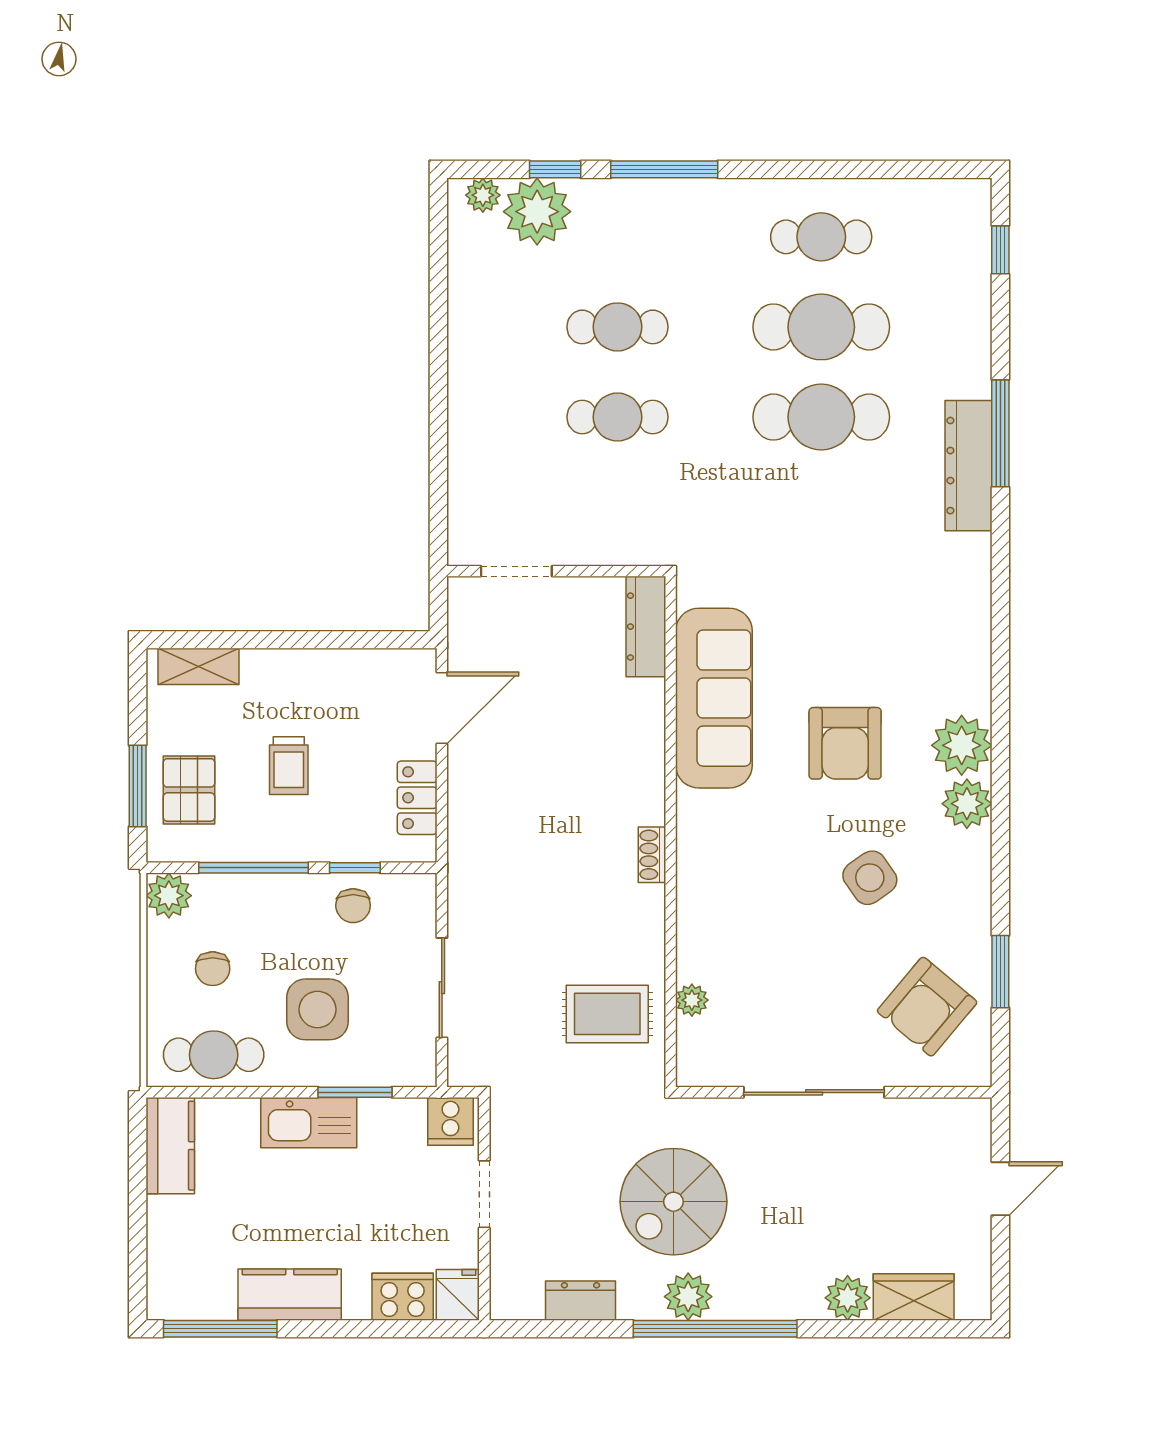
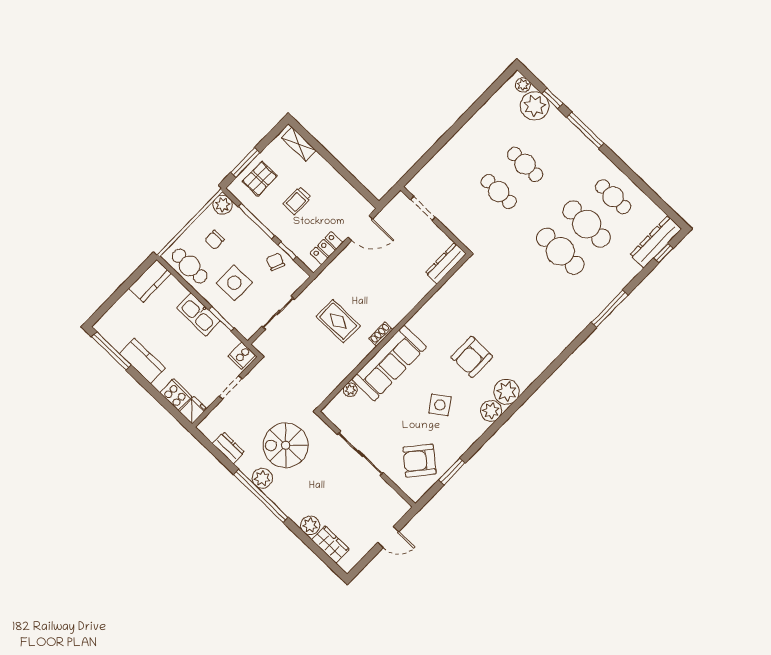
dresser: (969, 466) -> (656, 242), moved
sofa: (714, 698) -> (389, 363), moved
chair: (353, 906) -> (275, 262), turned 112
rug: (607, 1014) -> (338, 321), moved

